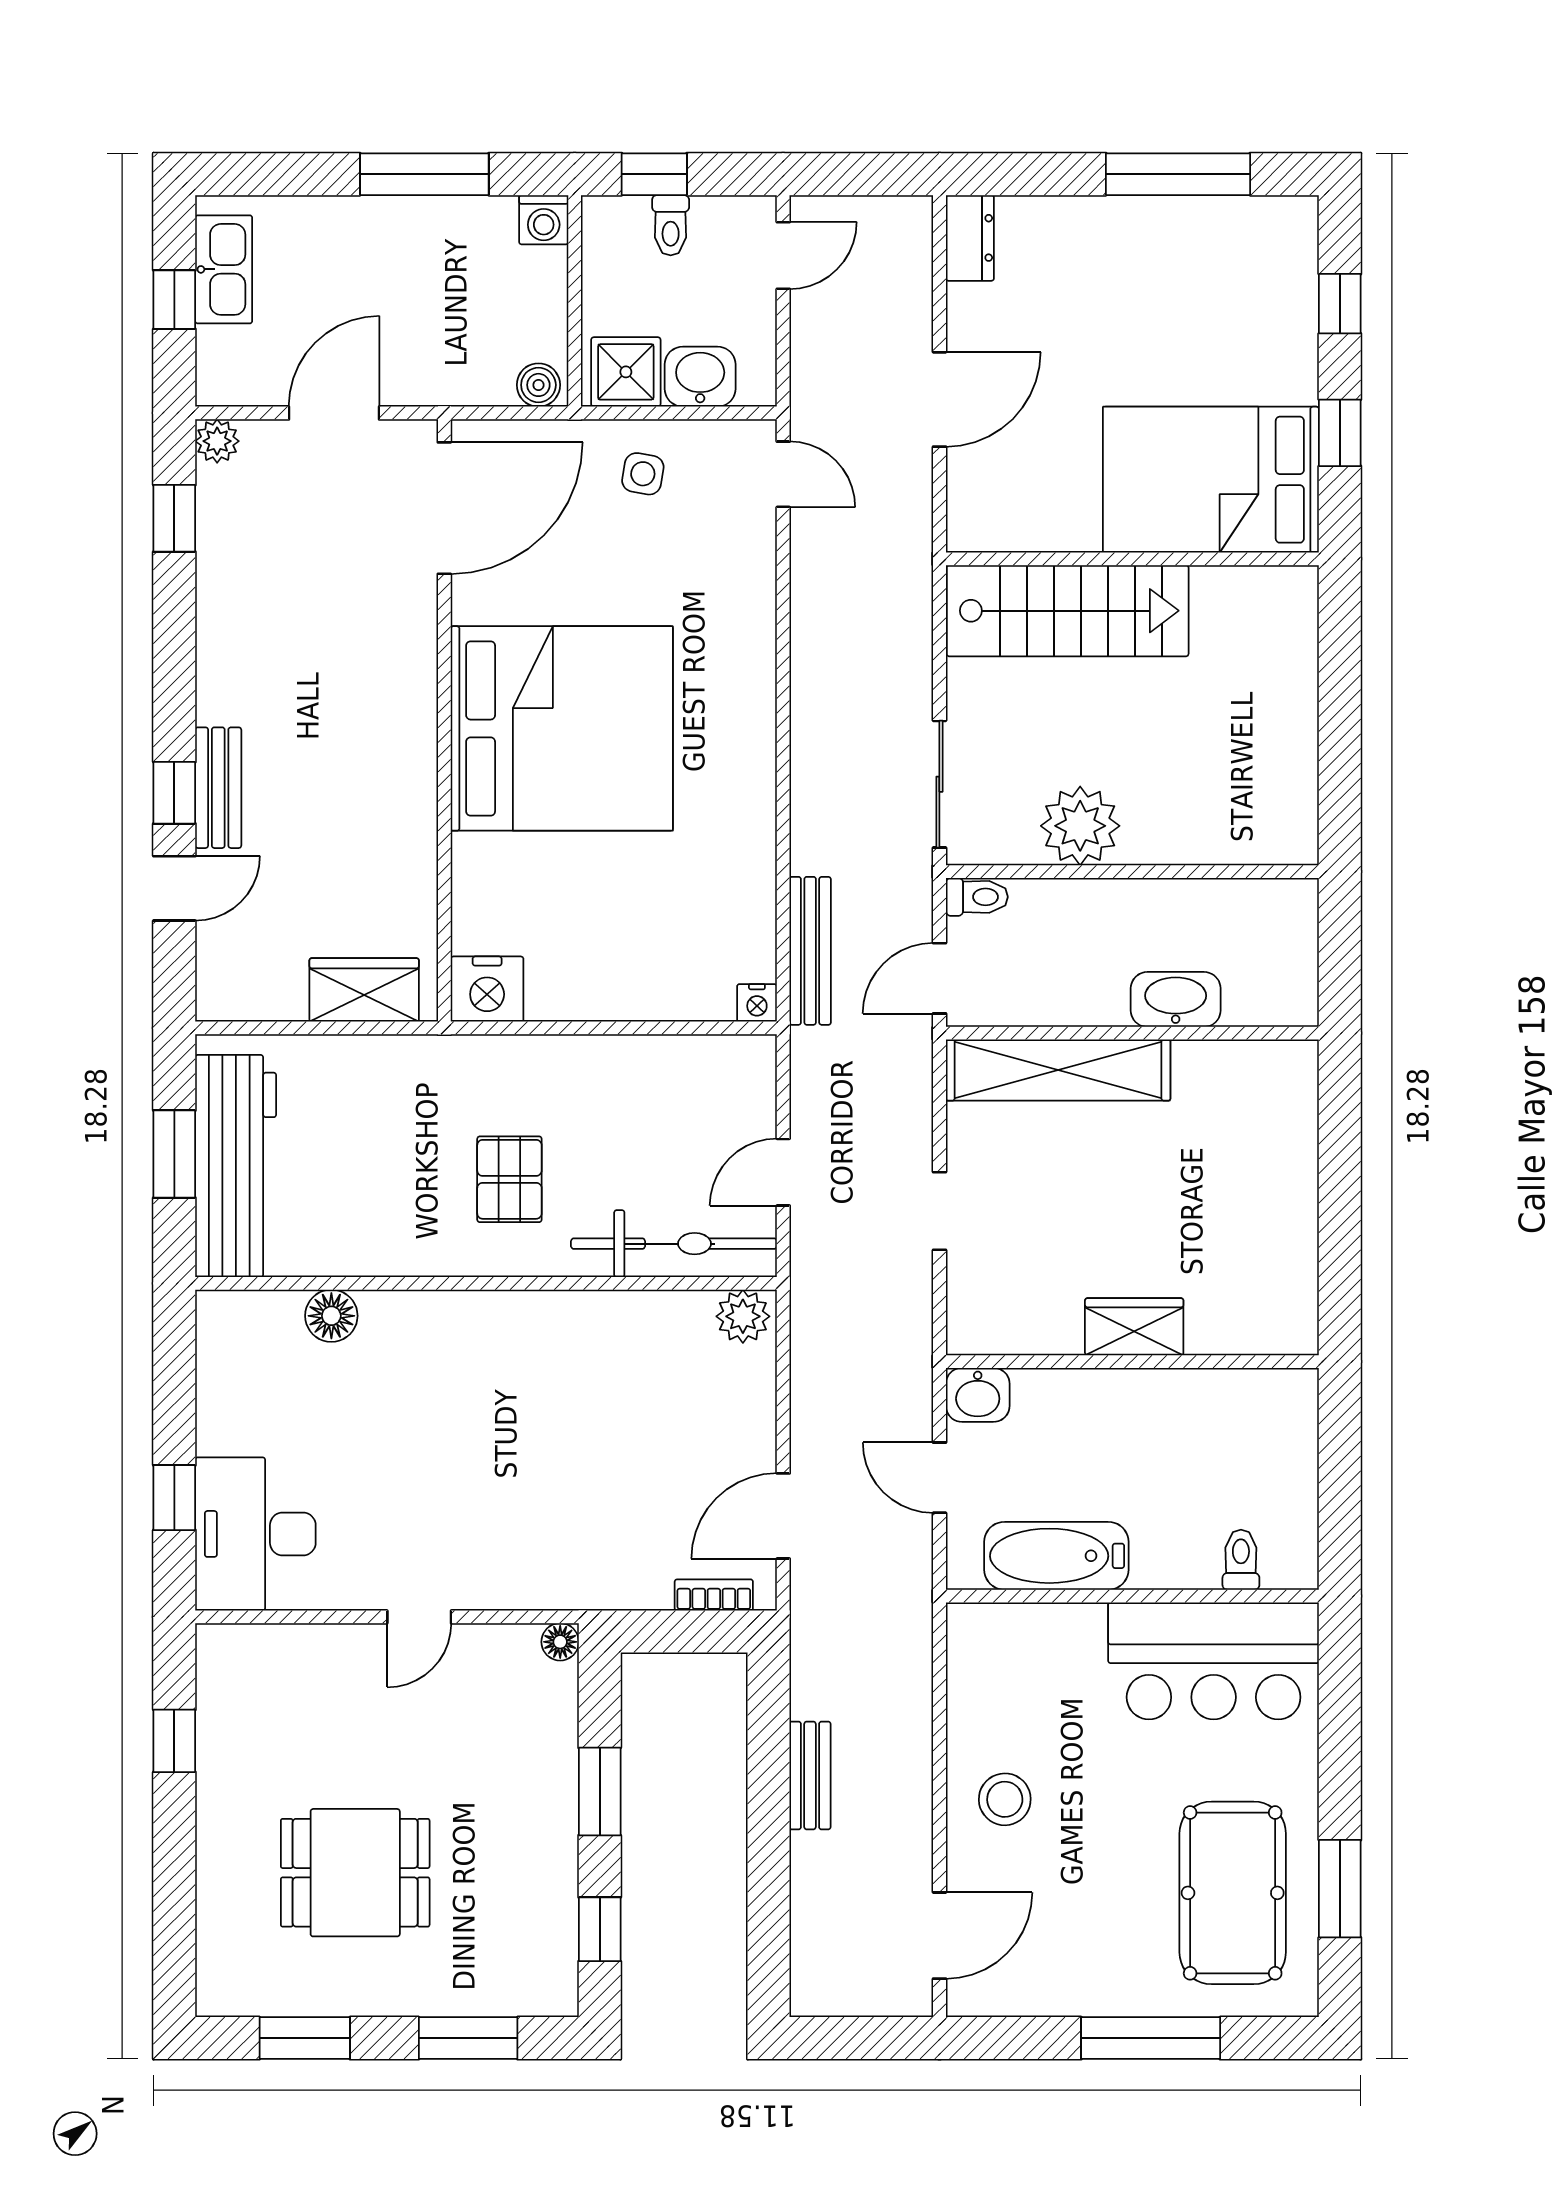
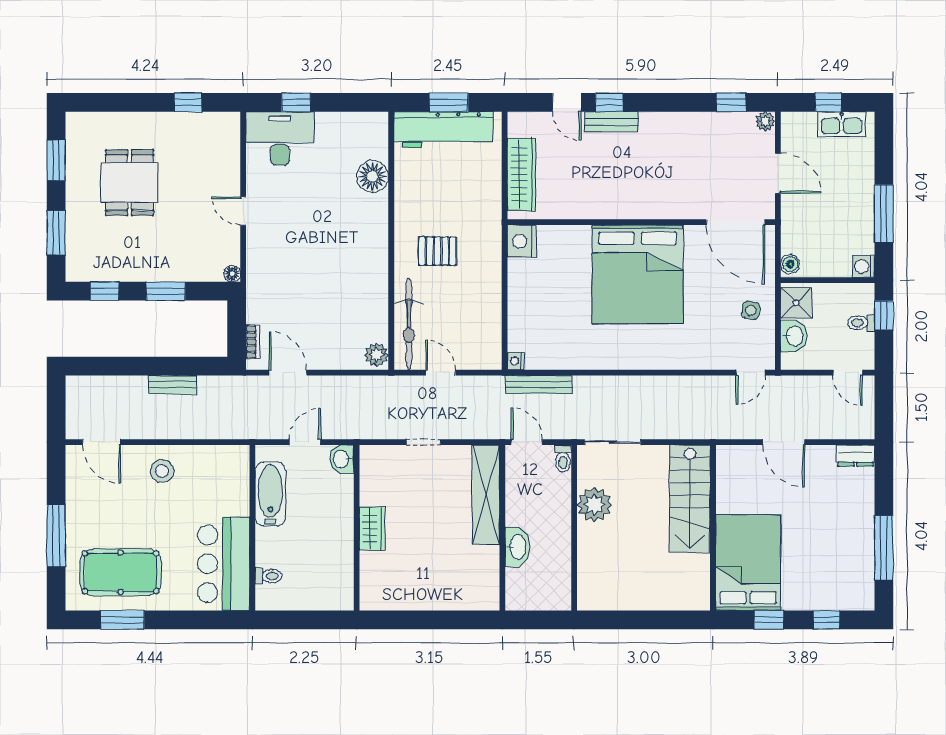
wardrobe: (364, 990) -> (522, 174), width x1.50
floor lamp: (331, 1316) -> (372, 176), width x1.38, depth x1.38

